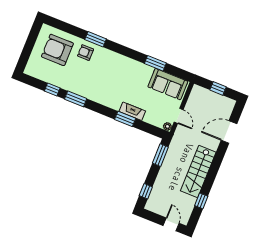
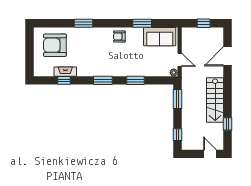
armchair: (86, 53) -> (119, 37), moved
window: (76, 99) -> (103, 80), moved
fireplace: (132, 111) -> (65, 72), moved

